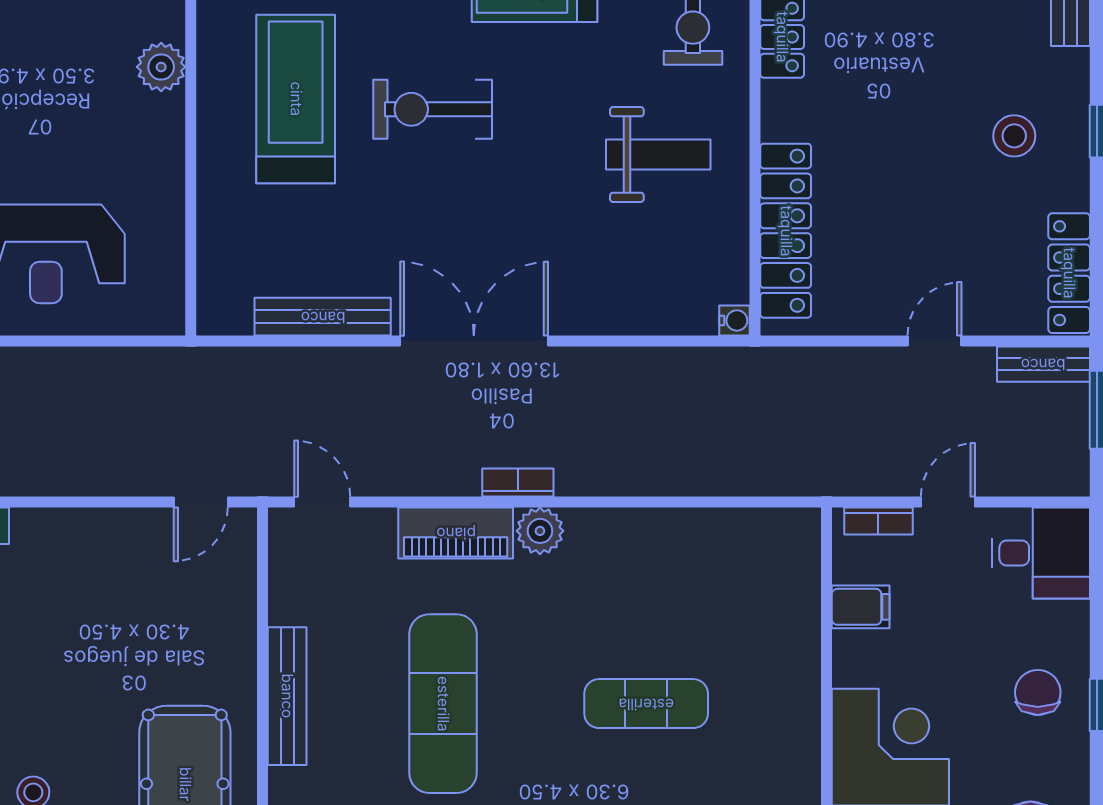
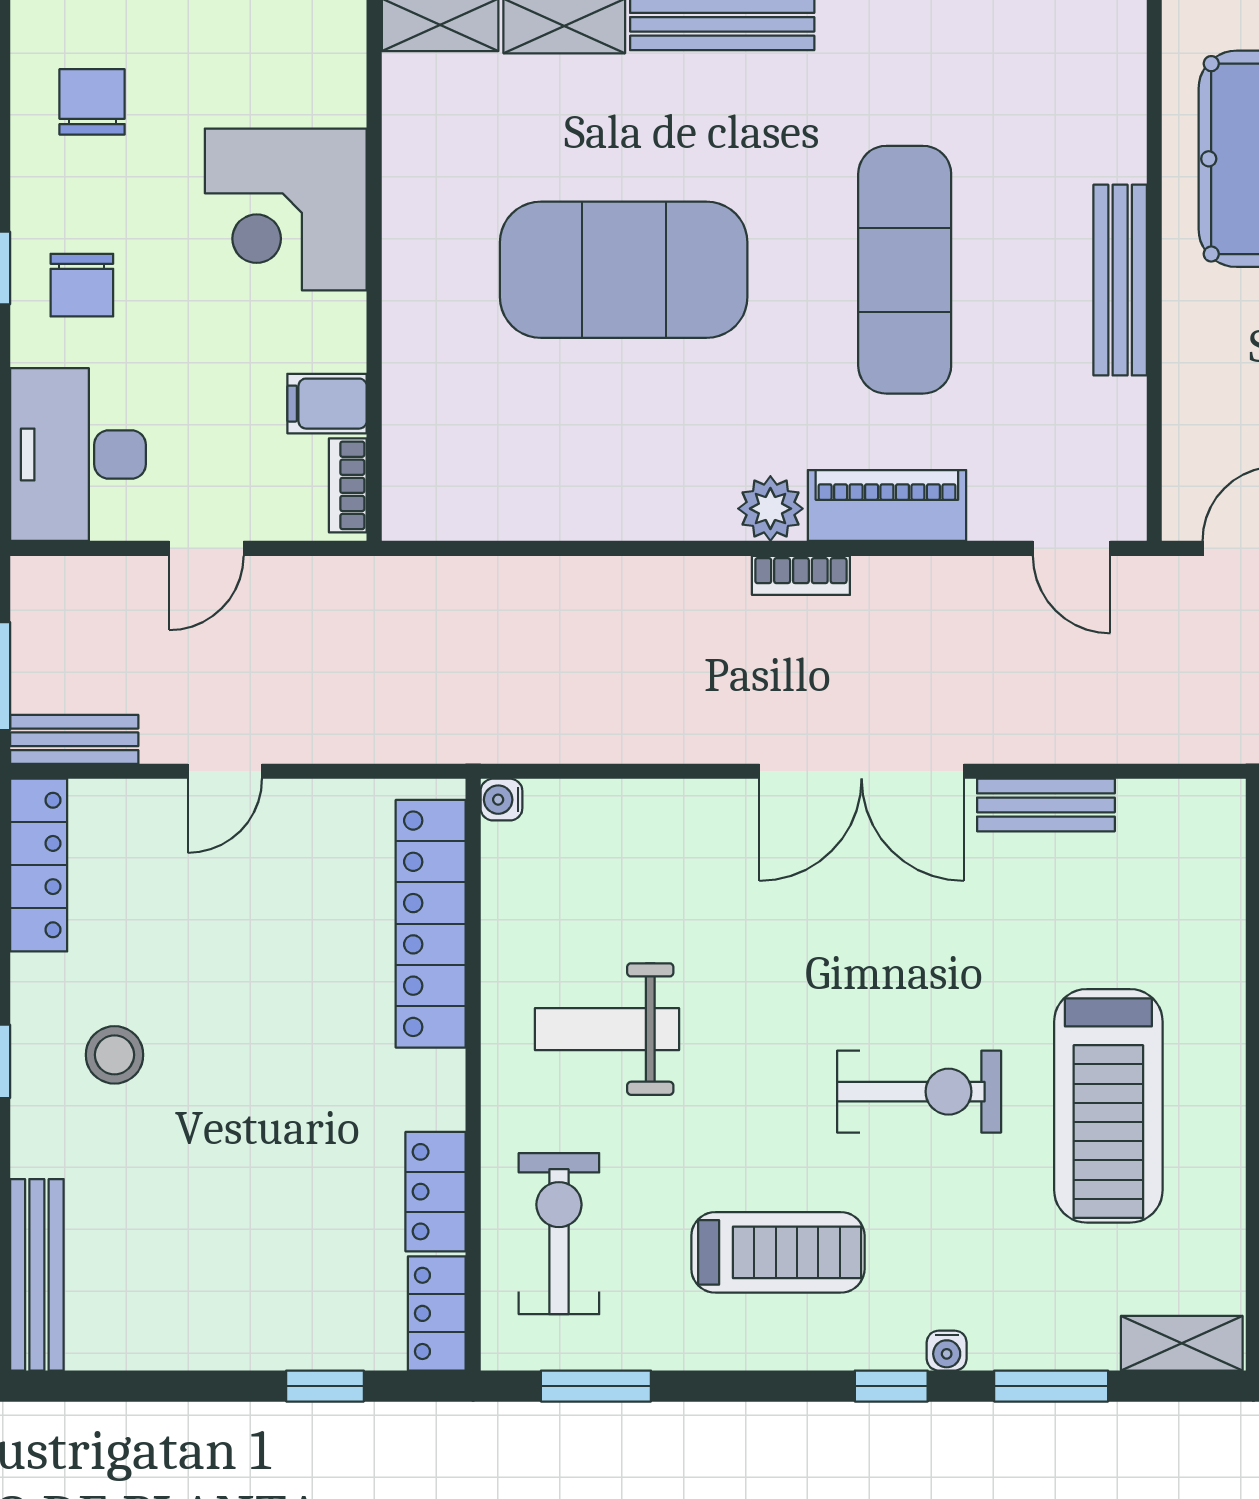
bench: (323, 317) -> (1046, 805), width x0.73
bookcase: (878, 521) -> (348, 485), moved, turned -90
desk: (1041, 553) -> (78, 455), width x1.37
exercise mat: (646, 704) -> (624, 270), width x2.00, depth x1.45

